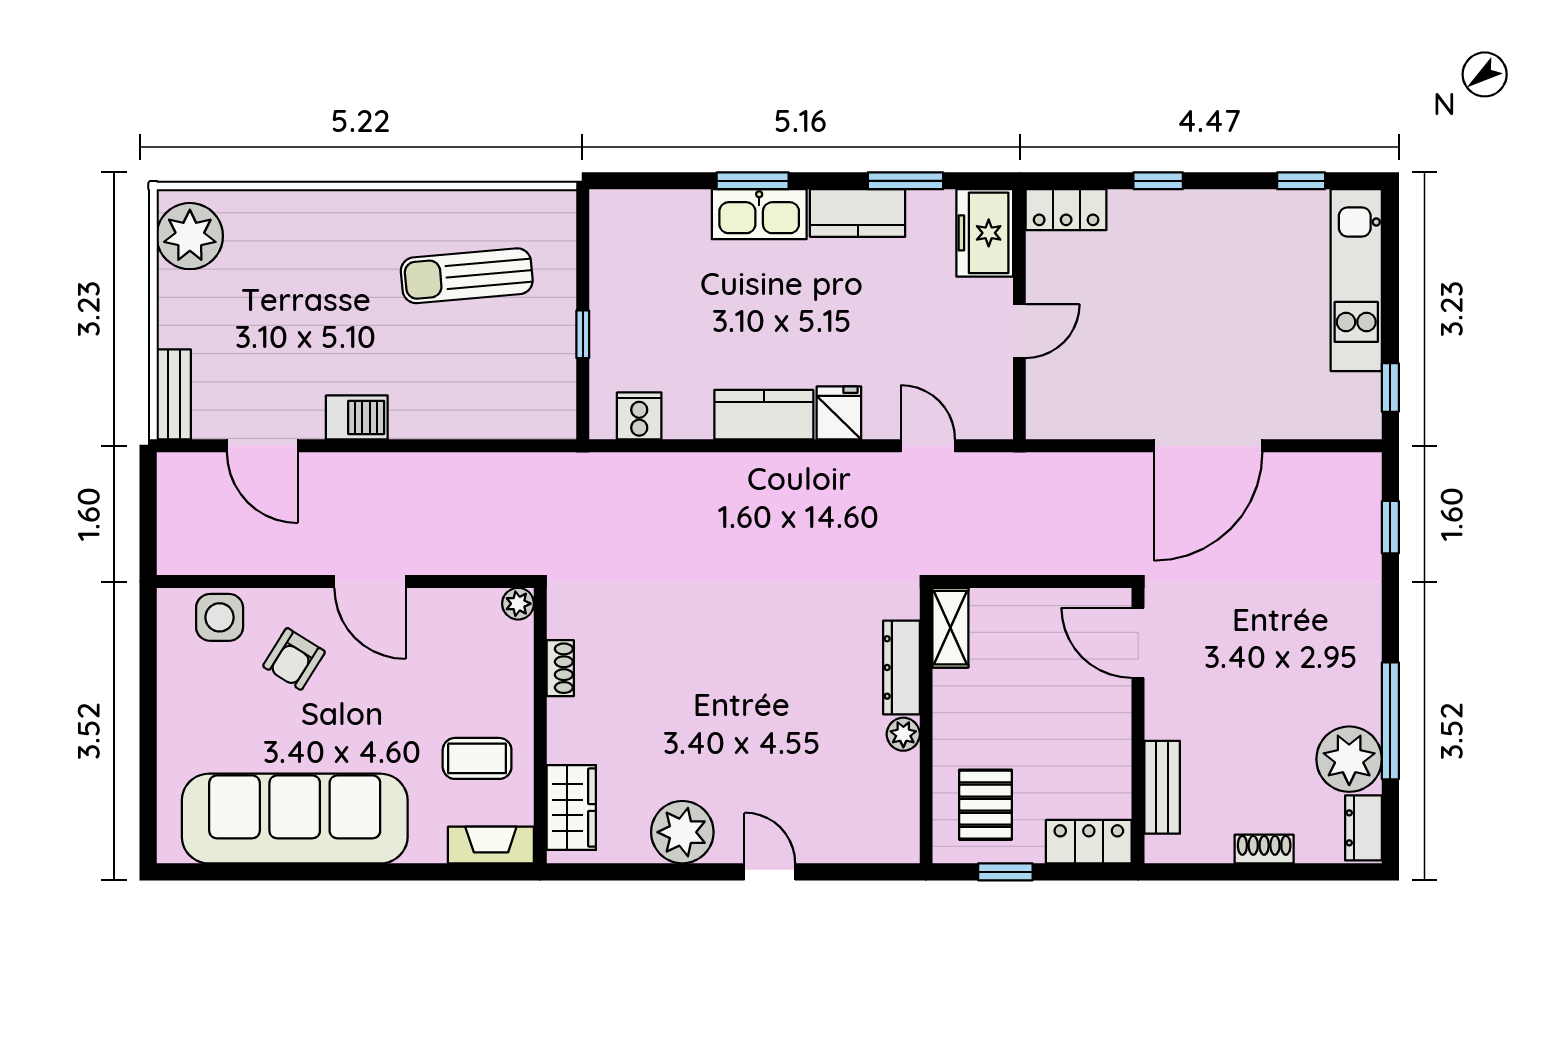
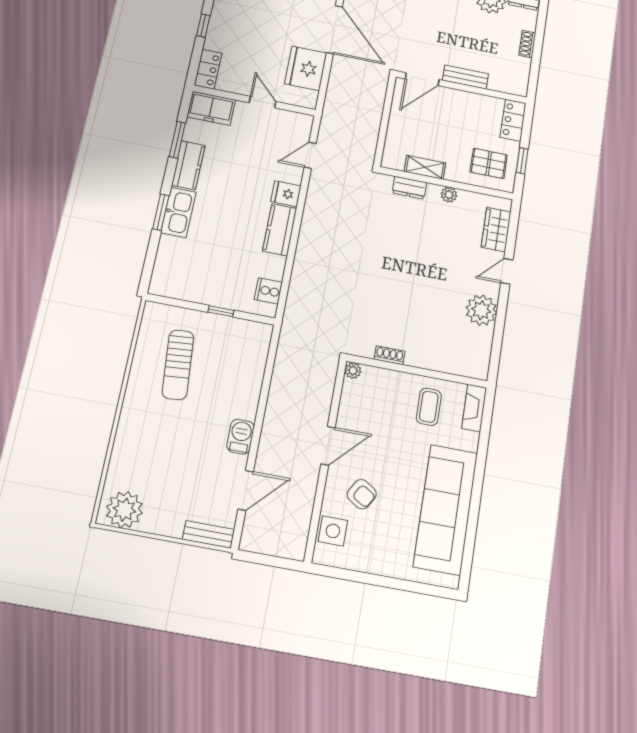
fridge: (1110, 403) -> (306, 68), added
shelving: (950, 628) -> (425, 167), moved
dresser: (901, 667) -> (409, 188), width x0.70
bench: (1162, 787) -> (465, 77), moved
wardrobe: (571, 808) -> (496, 230), moved, turned -90

